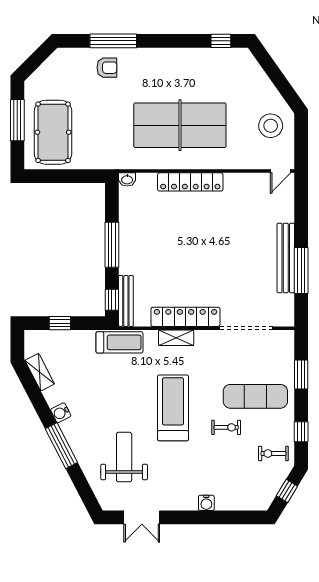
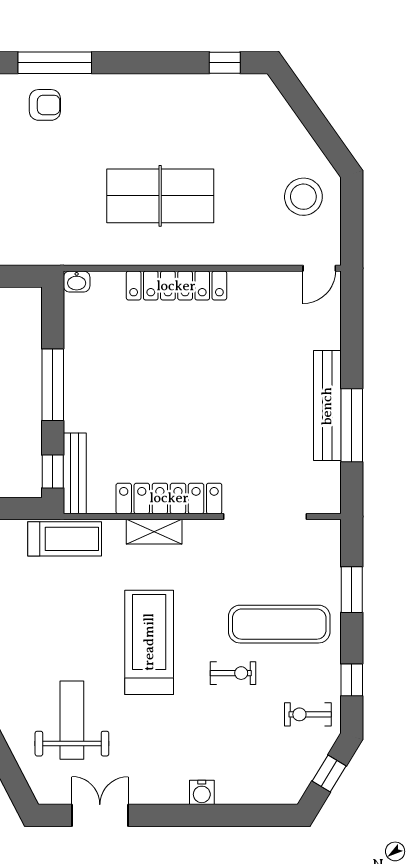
table tennis table: (180, 125) -> (160, 196), width x0.73, depth x0.76
double door: (142, 517) -> (100, 815), swing flipped

